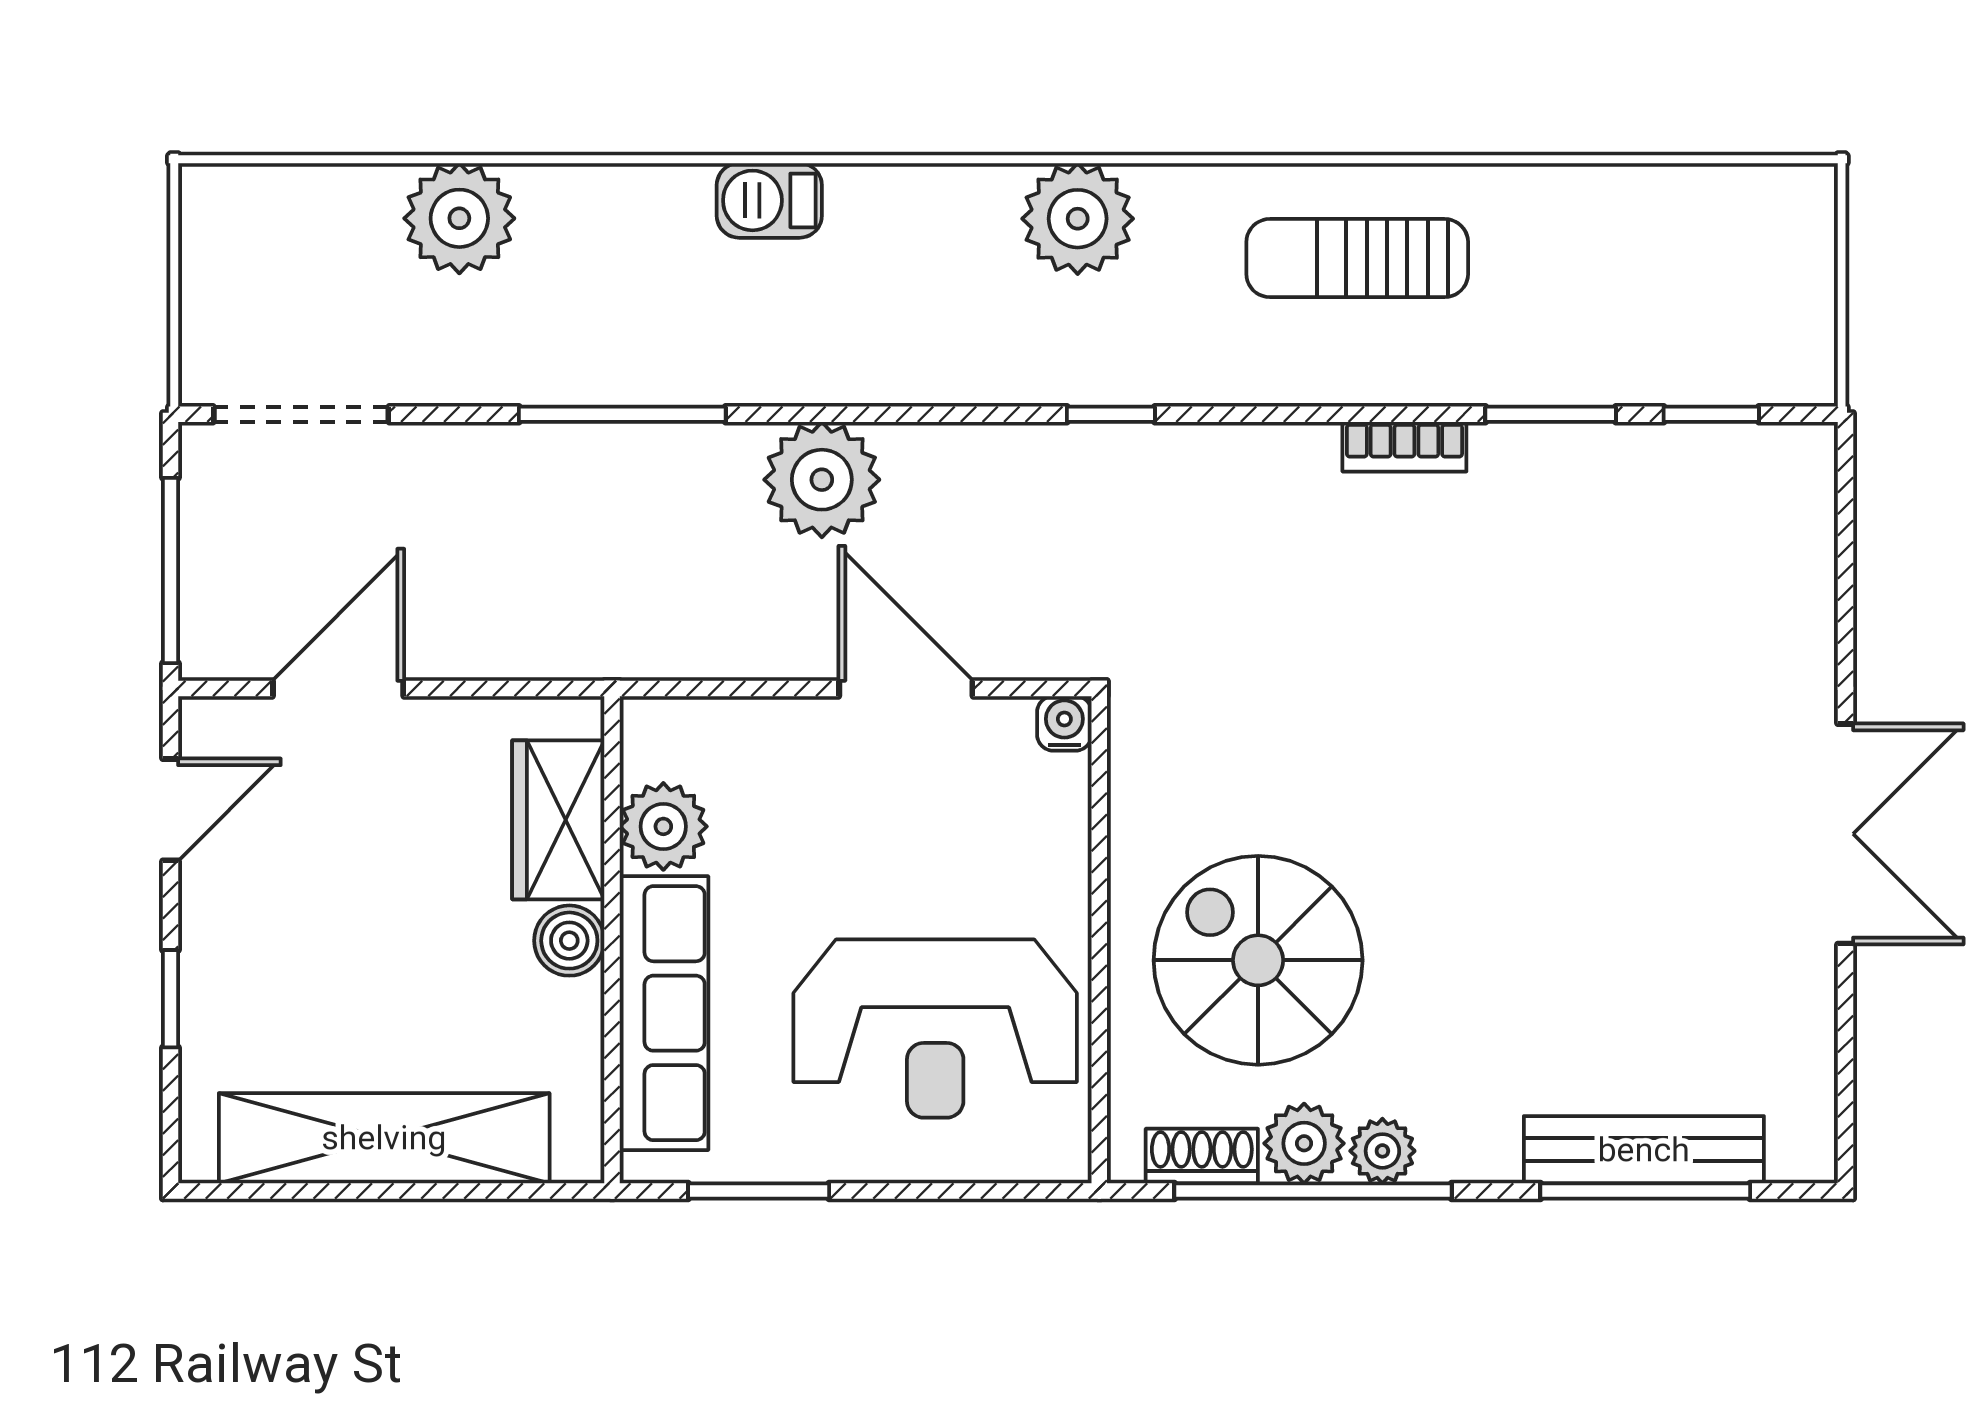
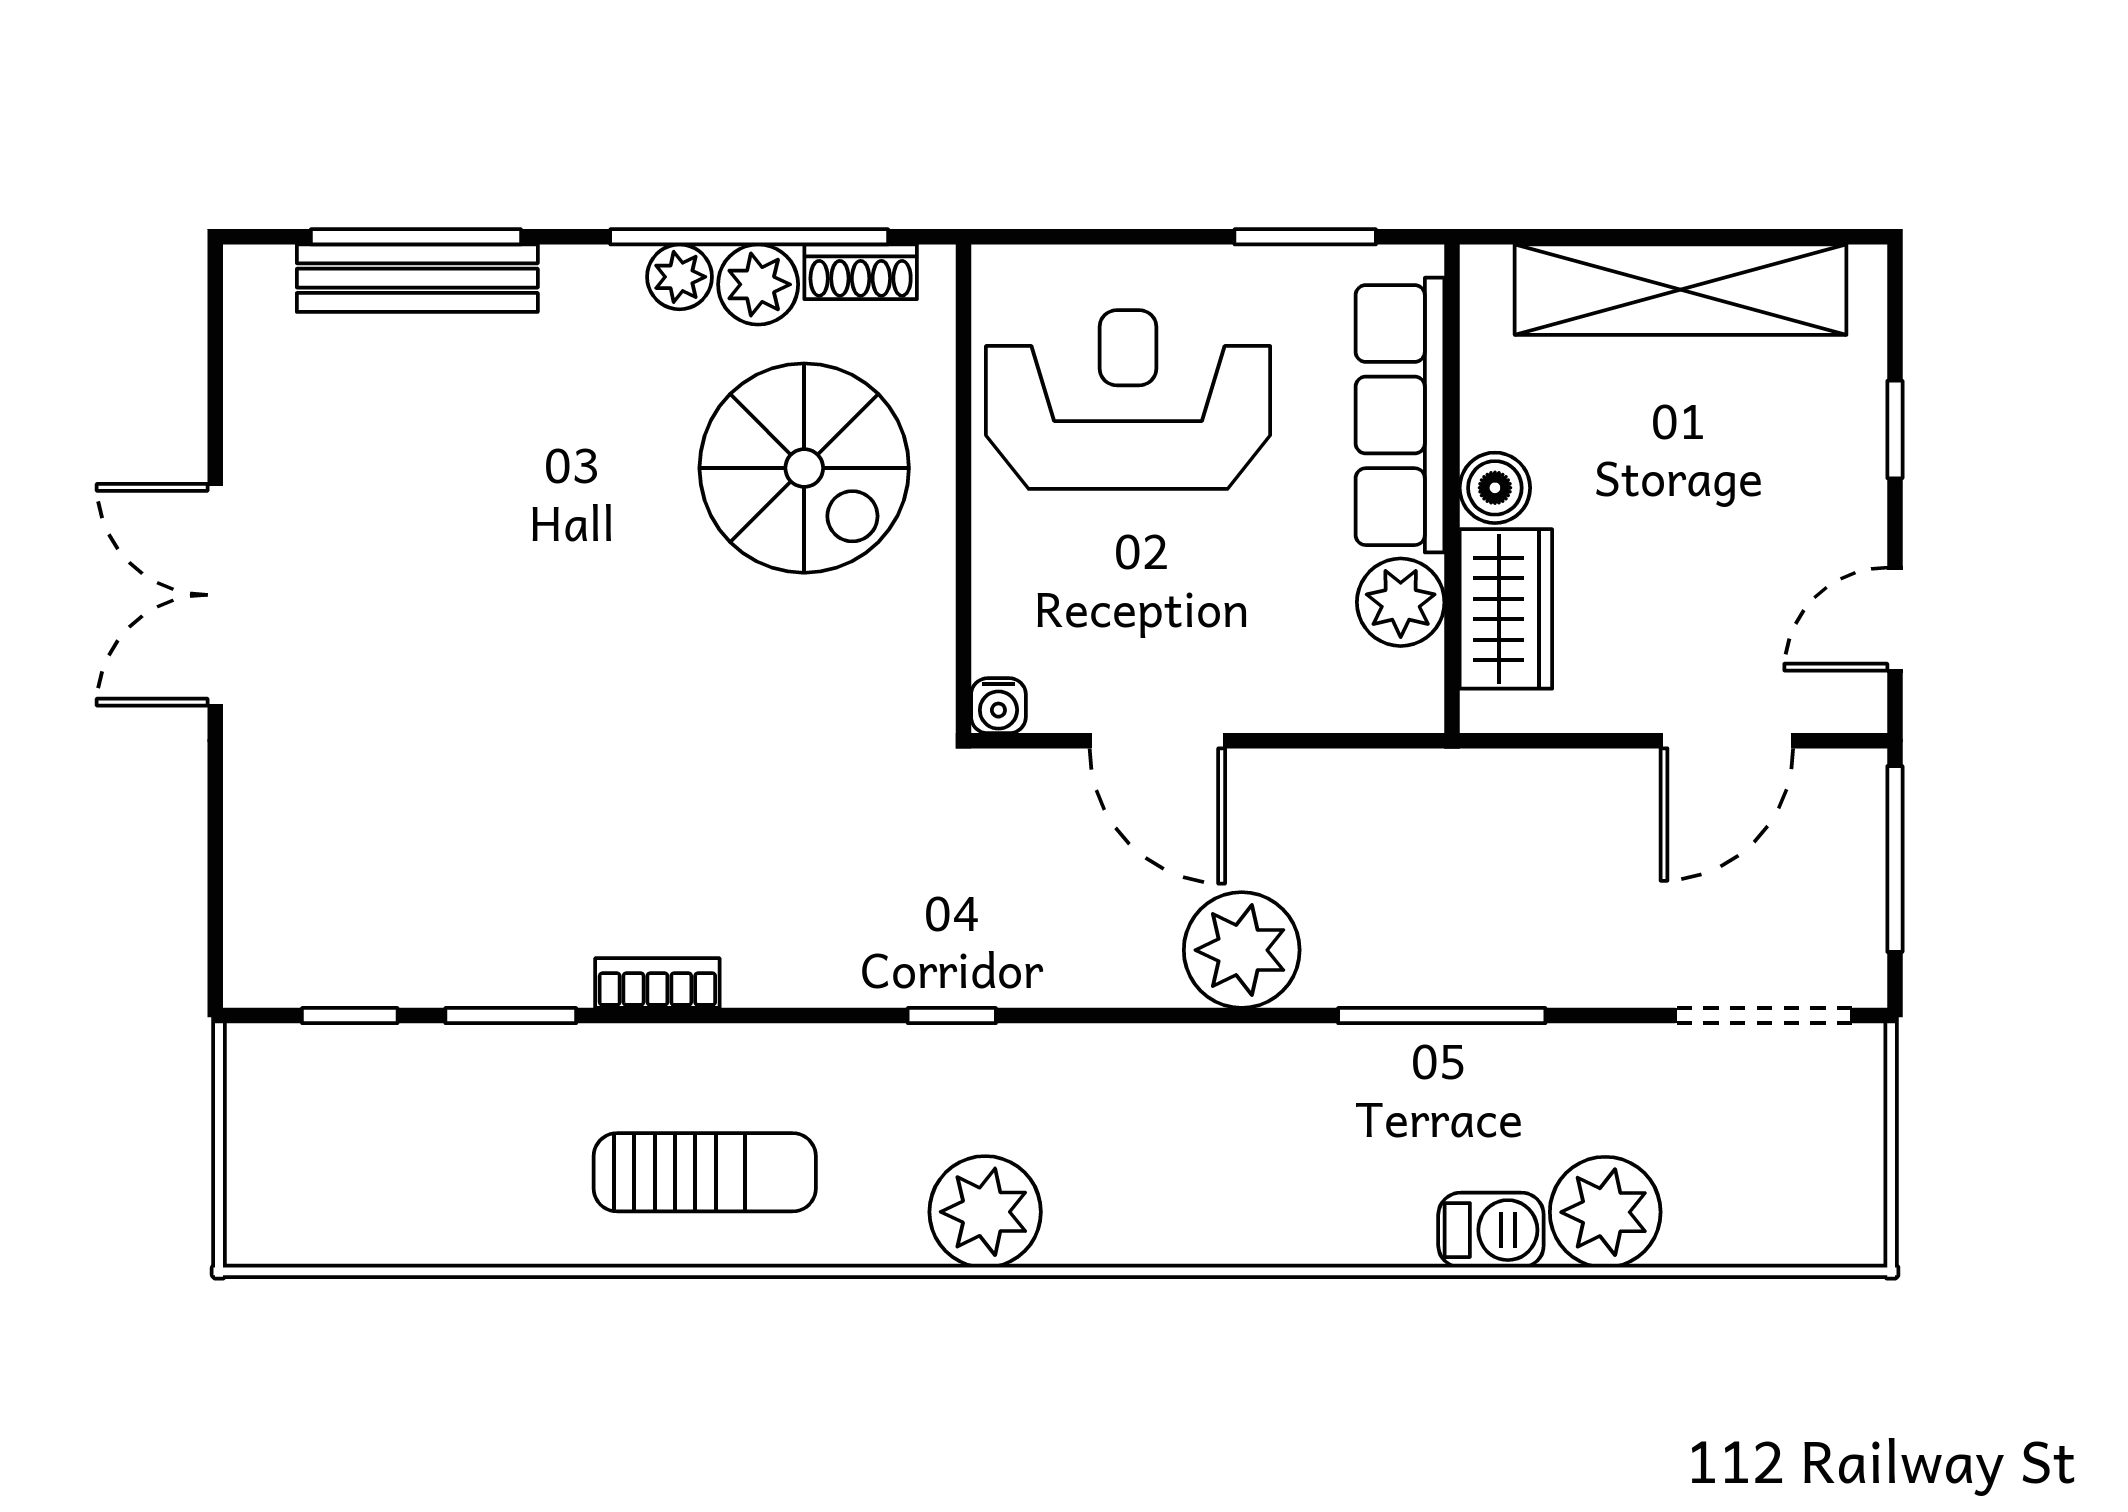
barbecue: (769, 200) -> (1491, 1230), moved

